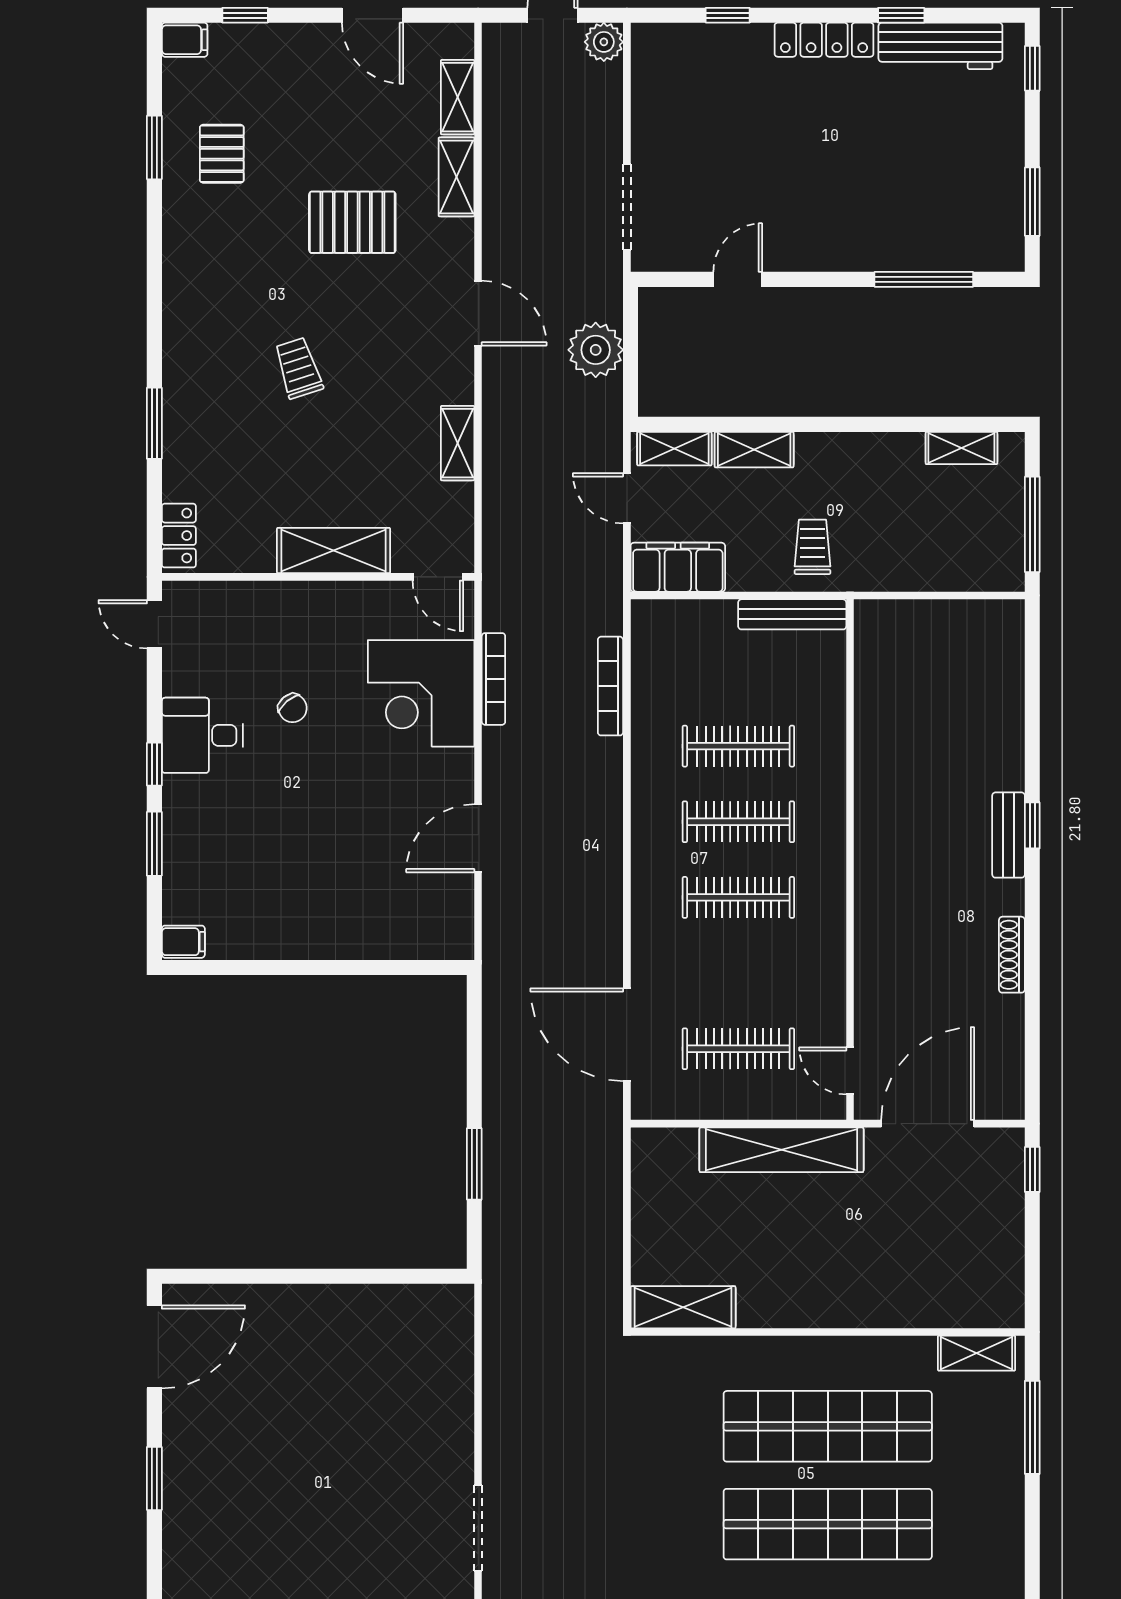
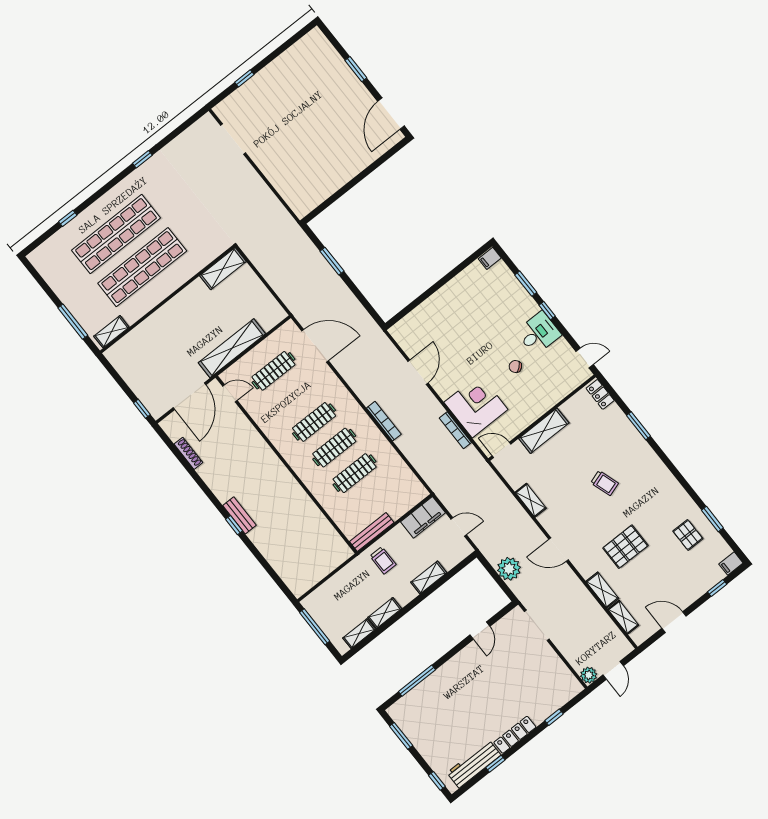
shelving: (674, 449) -> (385, 613), moved
bookcase: (610, 686) -> (384, 421), moved
shoe rack: (1012, 955) -> (188, 453), moved

